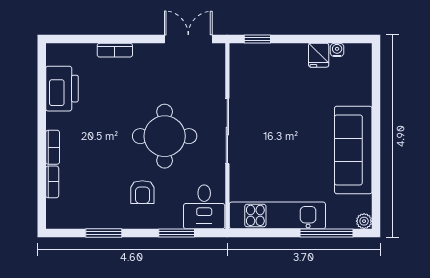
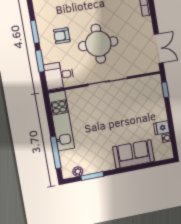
sofa: (353, 150) -> (134, 154), moved, width x0.73
window: (376, 181) -> (92, 176), added
plant: (364, 221) -> (78, 172), moved
window: (104, 233) -> (35, 32), moved

